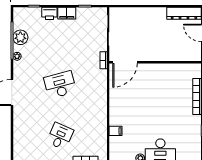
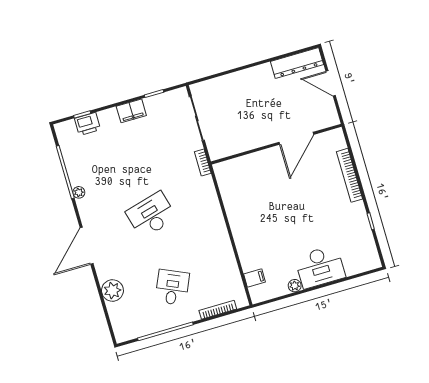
printer: (49, 13) -> (87, 124), moved
plant: (20, 37) -> (112, 290), moved
door: (125, 62) -> (296, 138), moved
filing cabinet: (115, 131) -> (254, 278), moved

